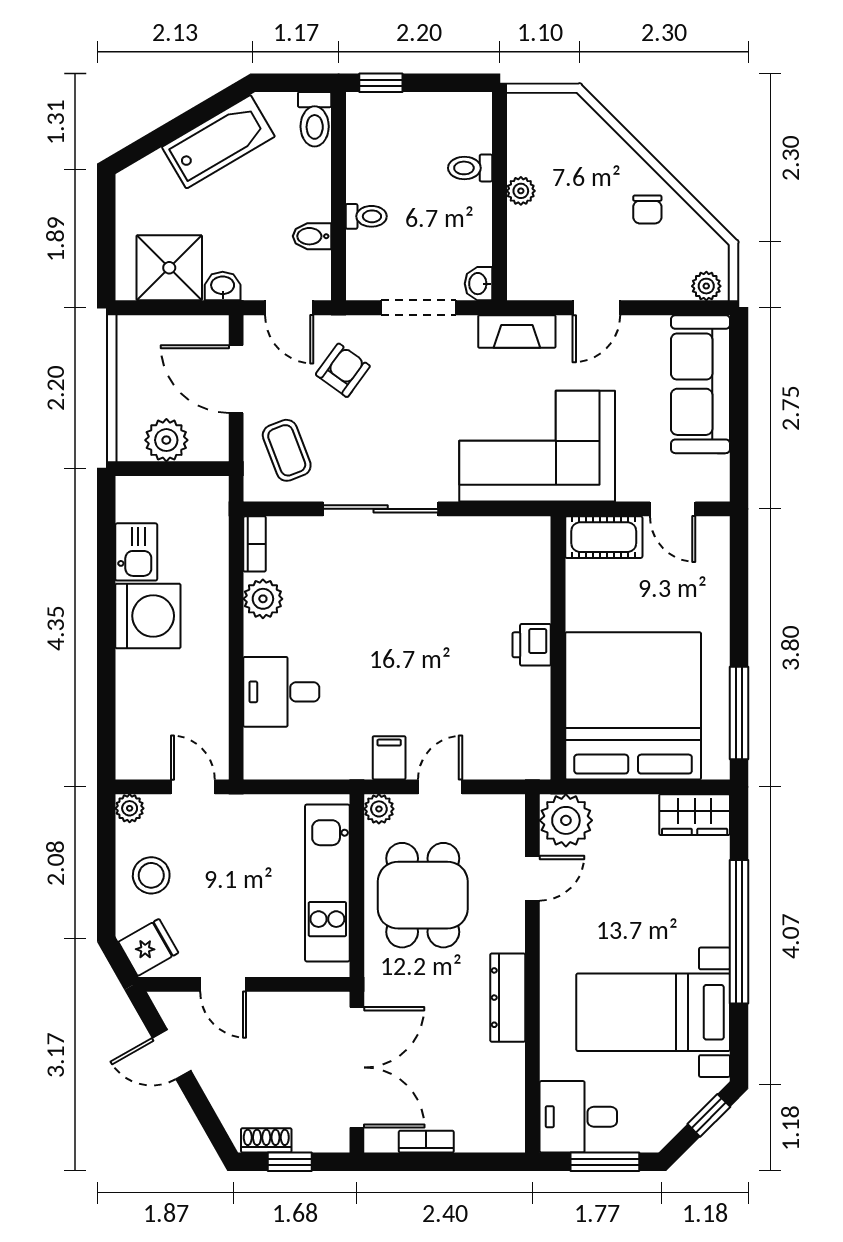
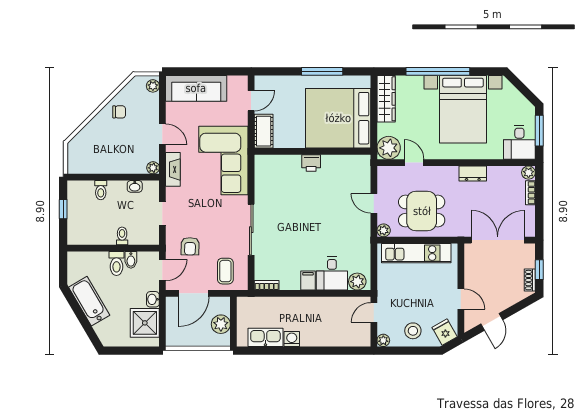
window: (381, 83) -> (63, 209), moved
toilet: (315, 119) -> (116, 263), moved, turned 90
plant: (521, 191) -> (153, 168), moved
washbasin: (479, 284) -> (135, 186), moved
doorway: (418, 308) -> (162, 213), width x0.73
armchair: (343, 370) -> (190, 246), turned -125
coffee table: (287, 450) -> (225, 271), turned -69
kitchen sink: (136, 552) -> (265, 337), width x1.38
plant: (263, 599) -> (357, 282), moved
washing machine: (148, 616) -> (292, 339), width x0.53, depth x0.53
window: (739, 713) -> (322, 71), moved
filing cabinet: (389, 758) -> (308, 281), moved, turned 90
wardrobe: (695, 815) -> (386, 99), width x1.50
door: (223, 984) -> (461, 299), hinge flipped
dresser: (508, 998) -> (473, 174), width x0.70
bed with nightstands: (653, 1012) -> (463, 109), width x1.36
window: (709, 1115) -> (519, 85), removed
plant: (510, 1137) -> (528, 173), added
bookcase: (426, 1142) -> (530, 193), moved

